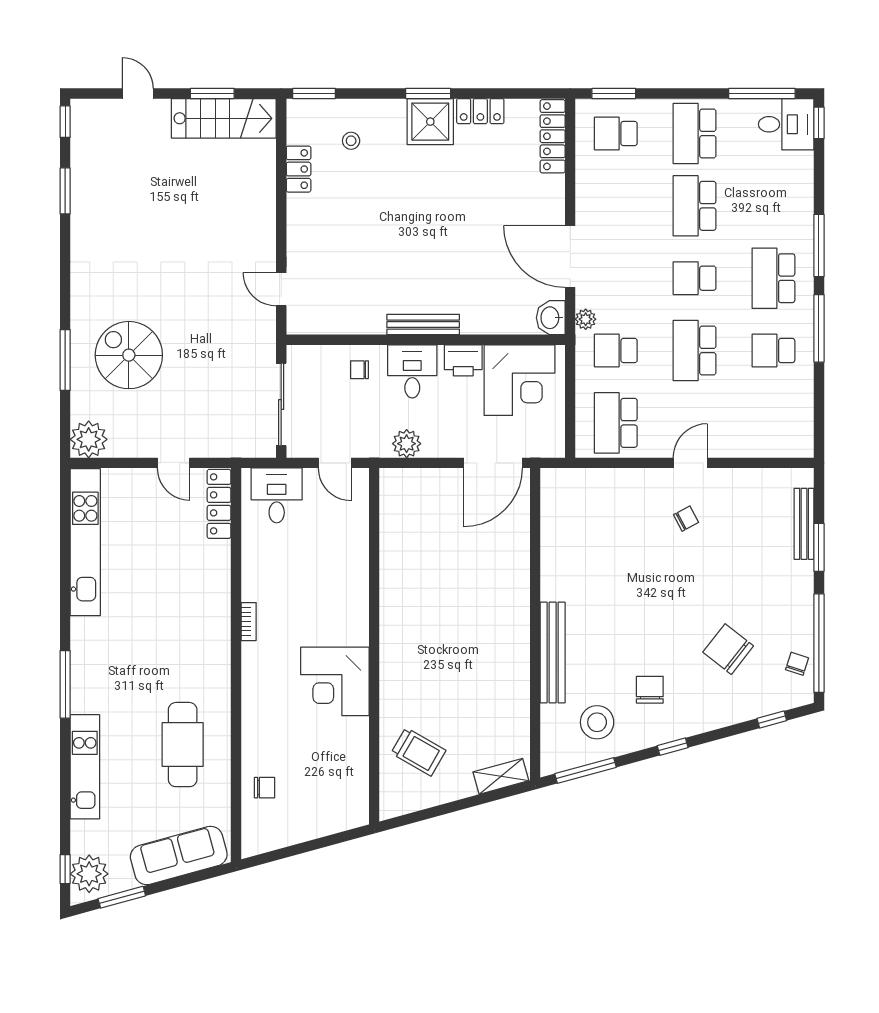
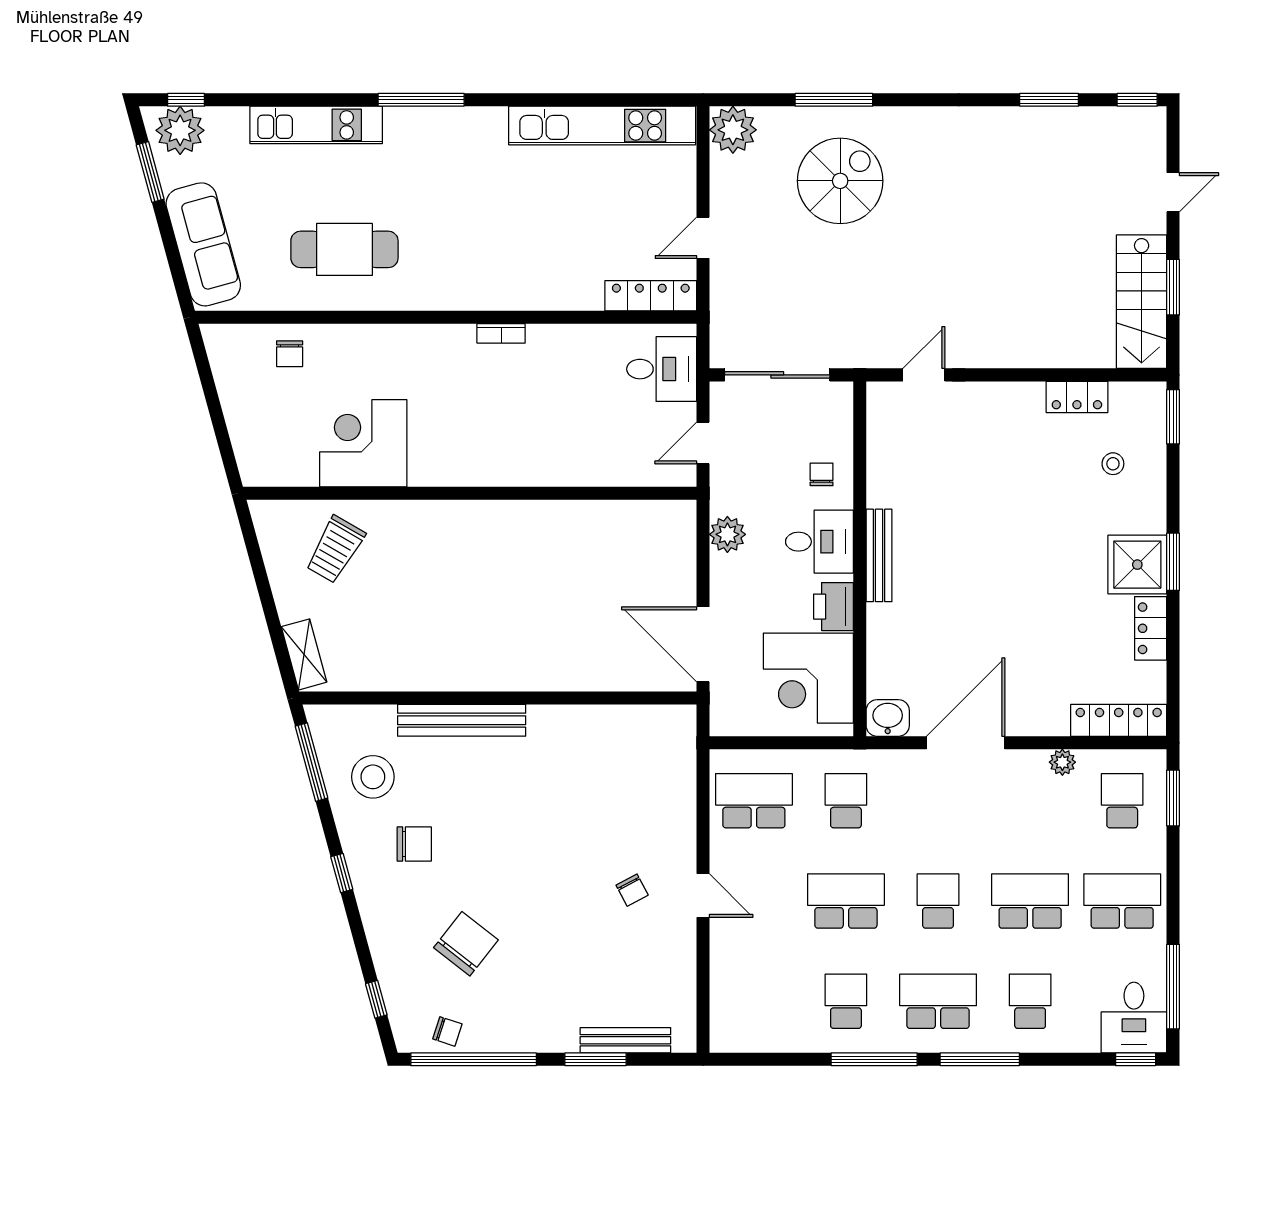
school desk: (773, 206) -> (1030, 1001), added
plant: (586, 319) -> (1062, 762), moved
corner desk: (335, 681) -> (363, 443), moved

